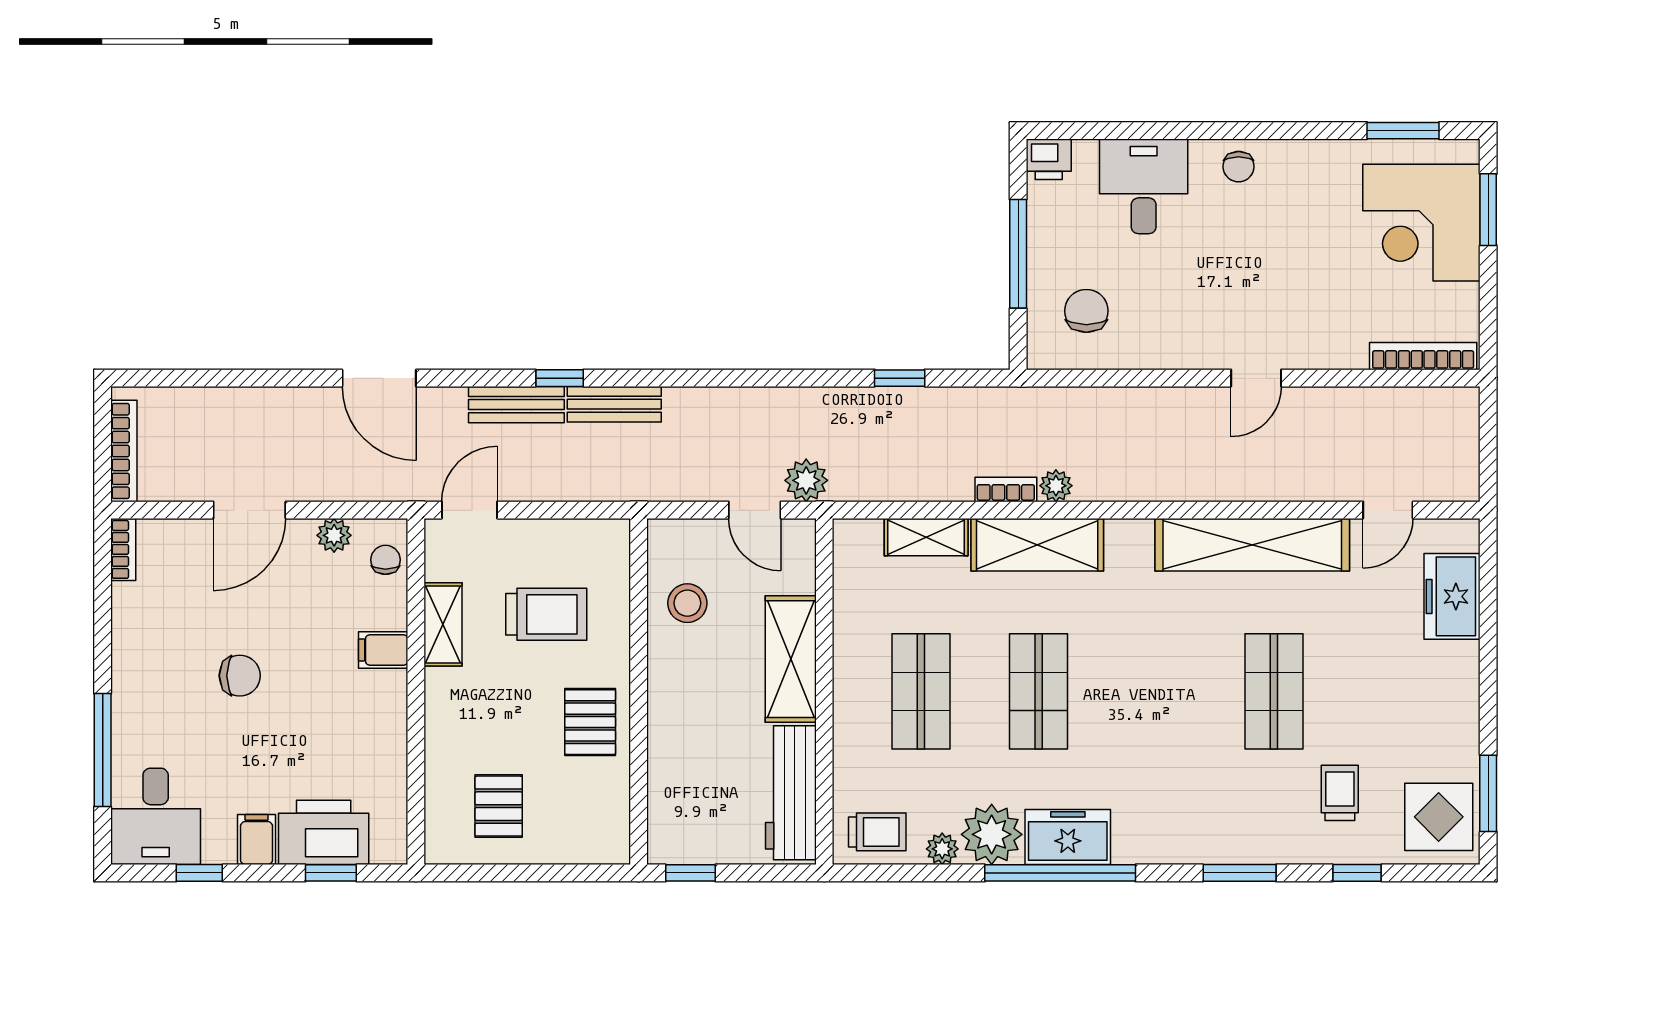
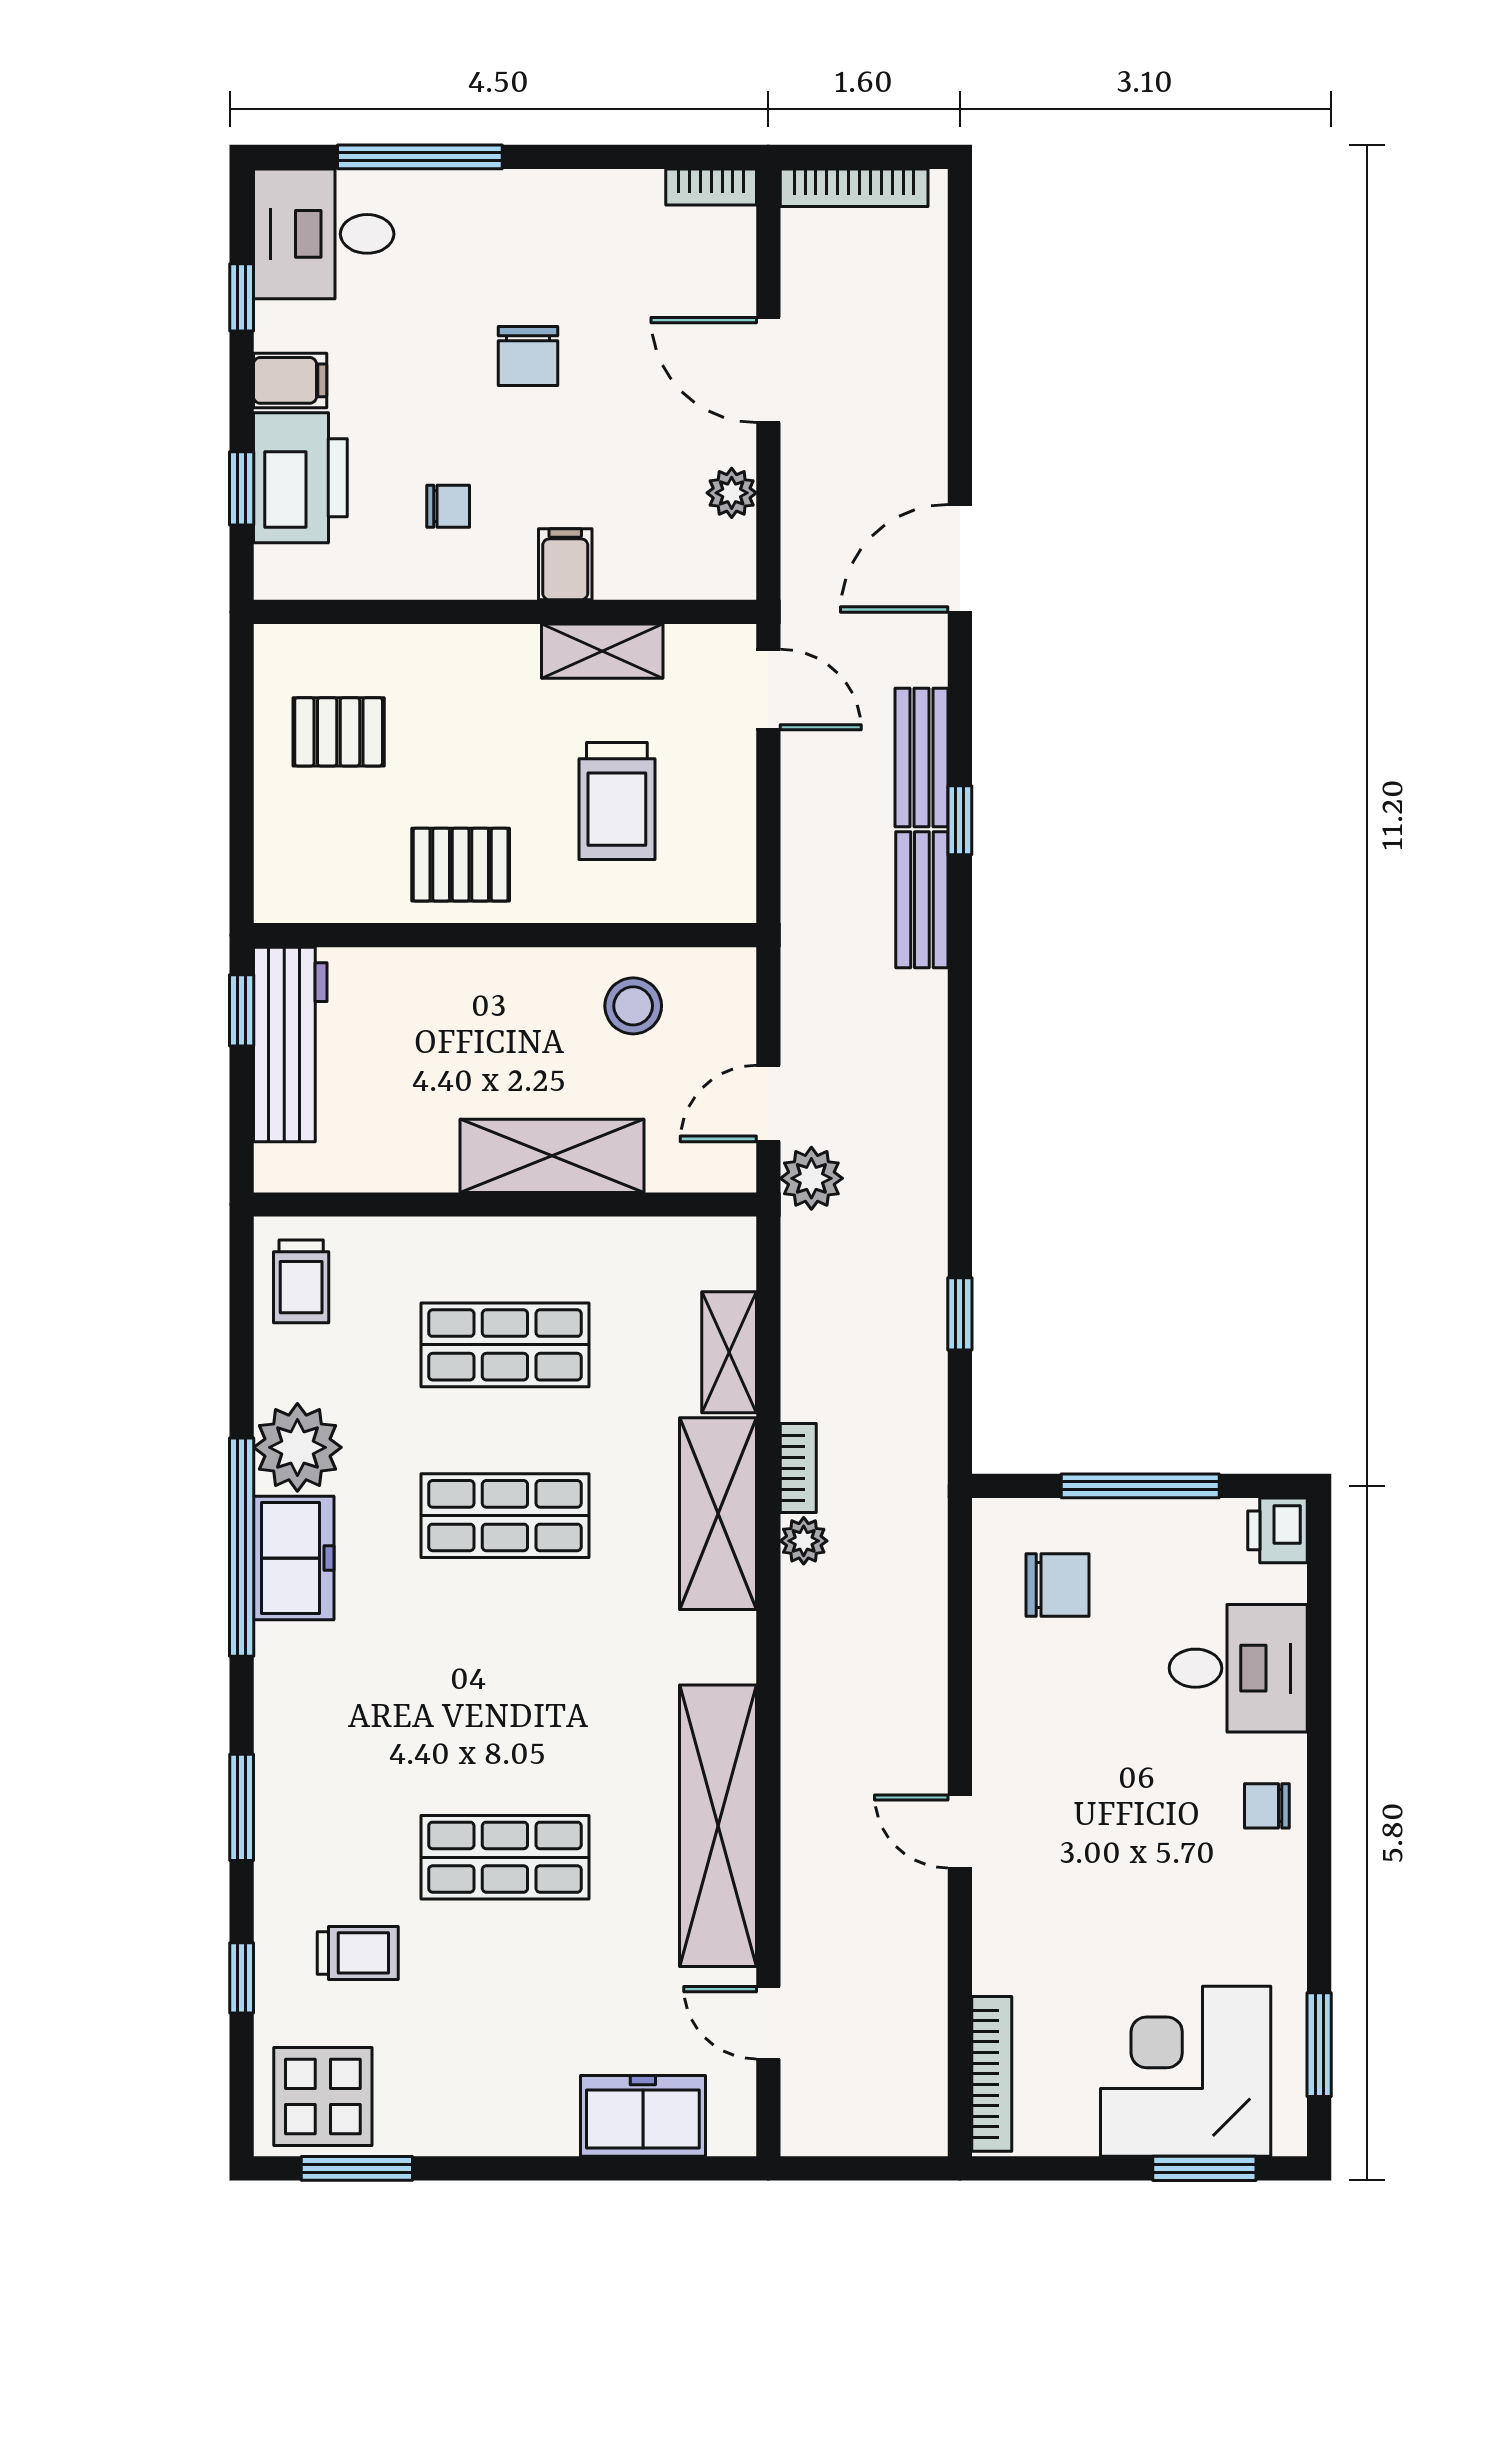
chair: (385, 560) -> (448, 506), moved
workbench: (791, 793) -> (290, 1045), moved, turned 90
plant: (942, 849) -> (277, 1376), removed

